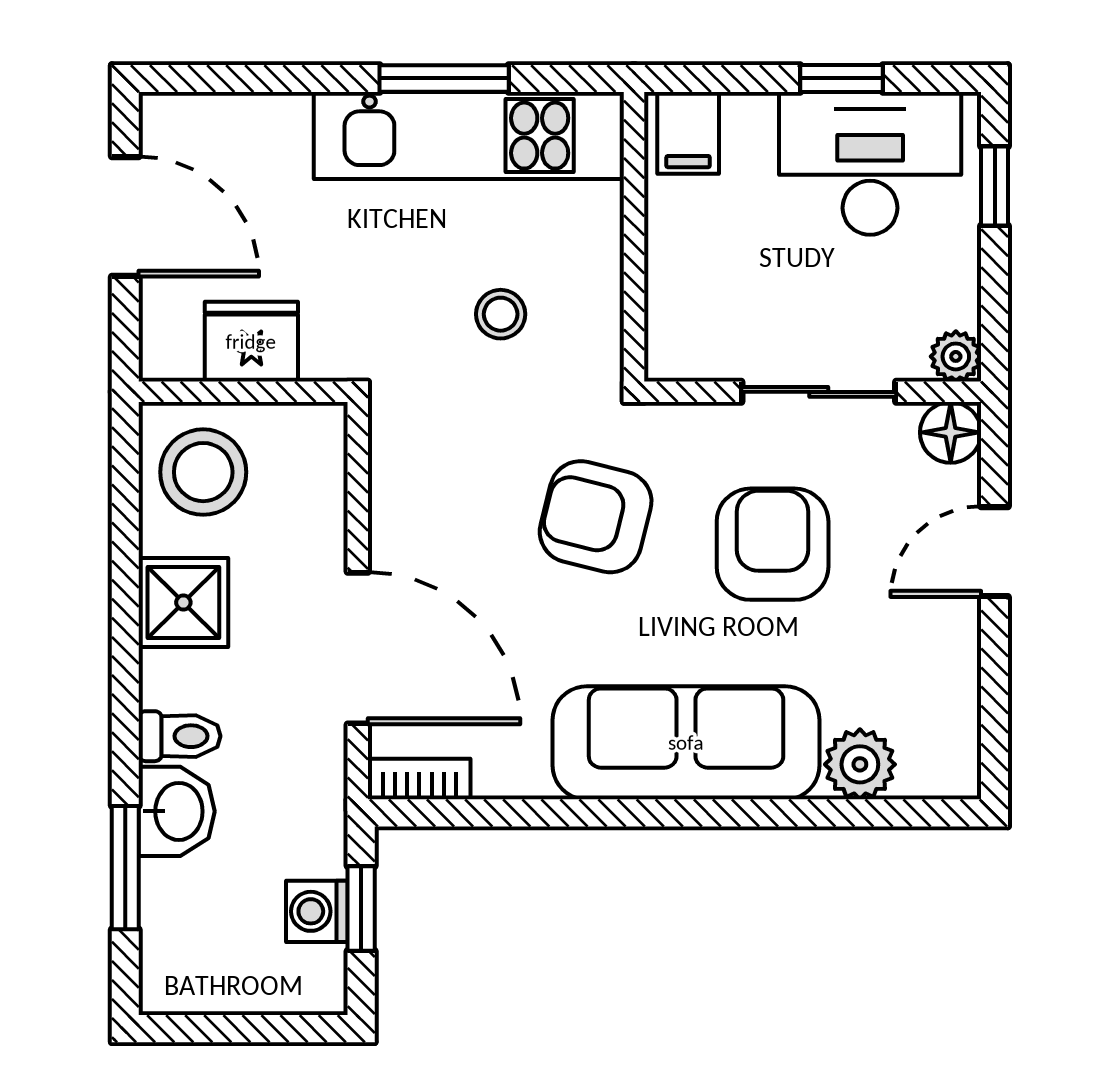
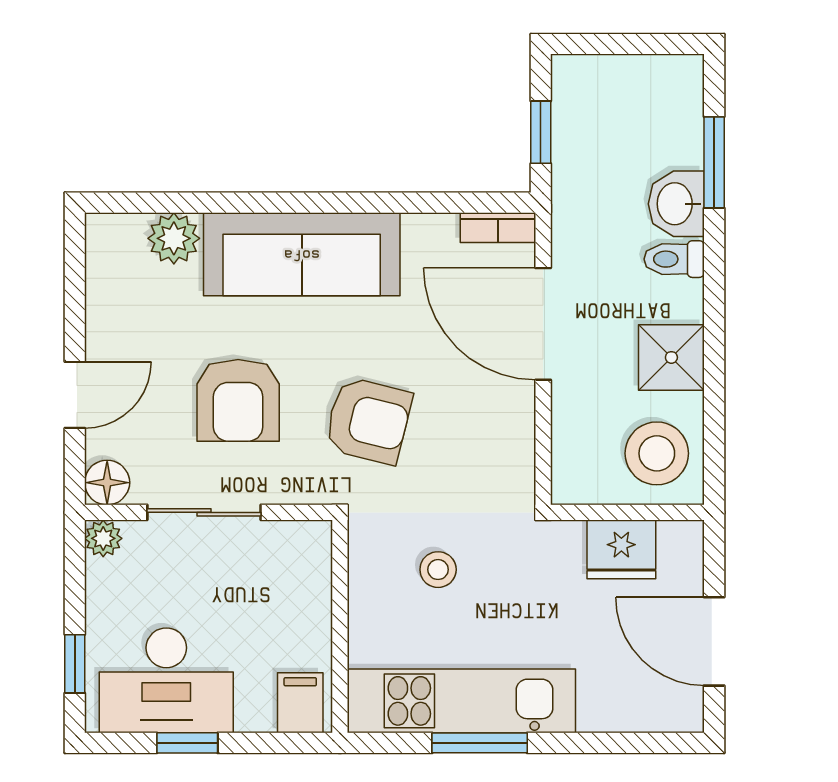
washing machine: (317, 911) -> (573, 130), removed

